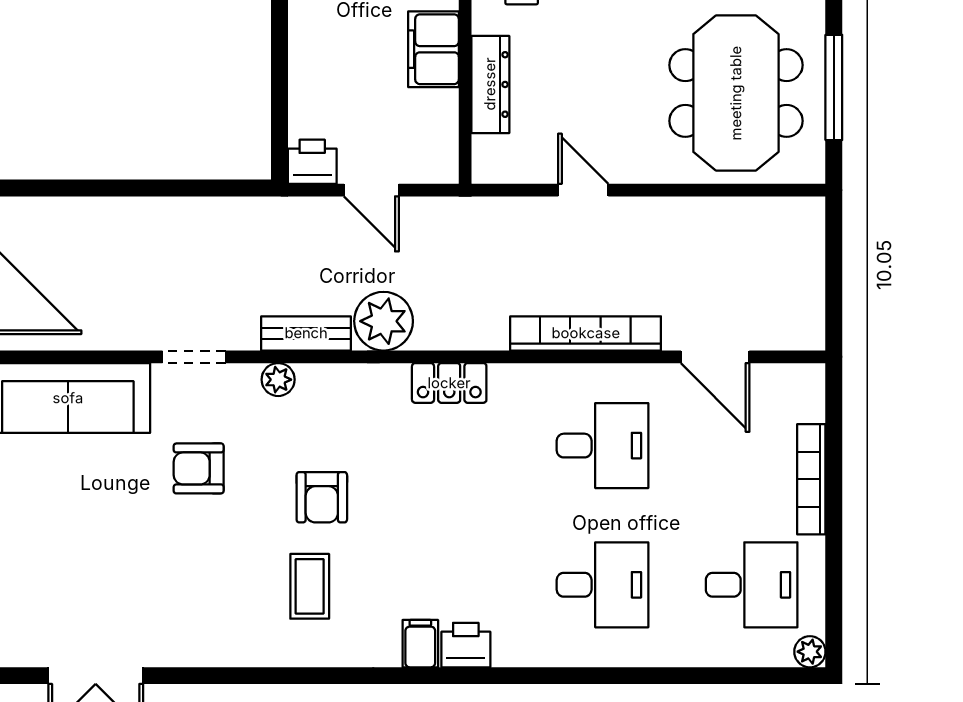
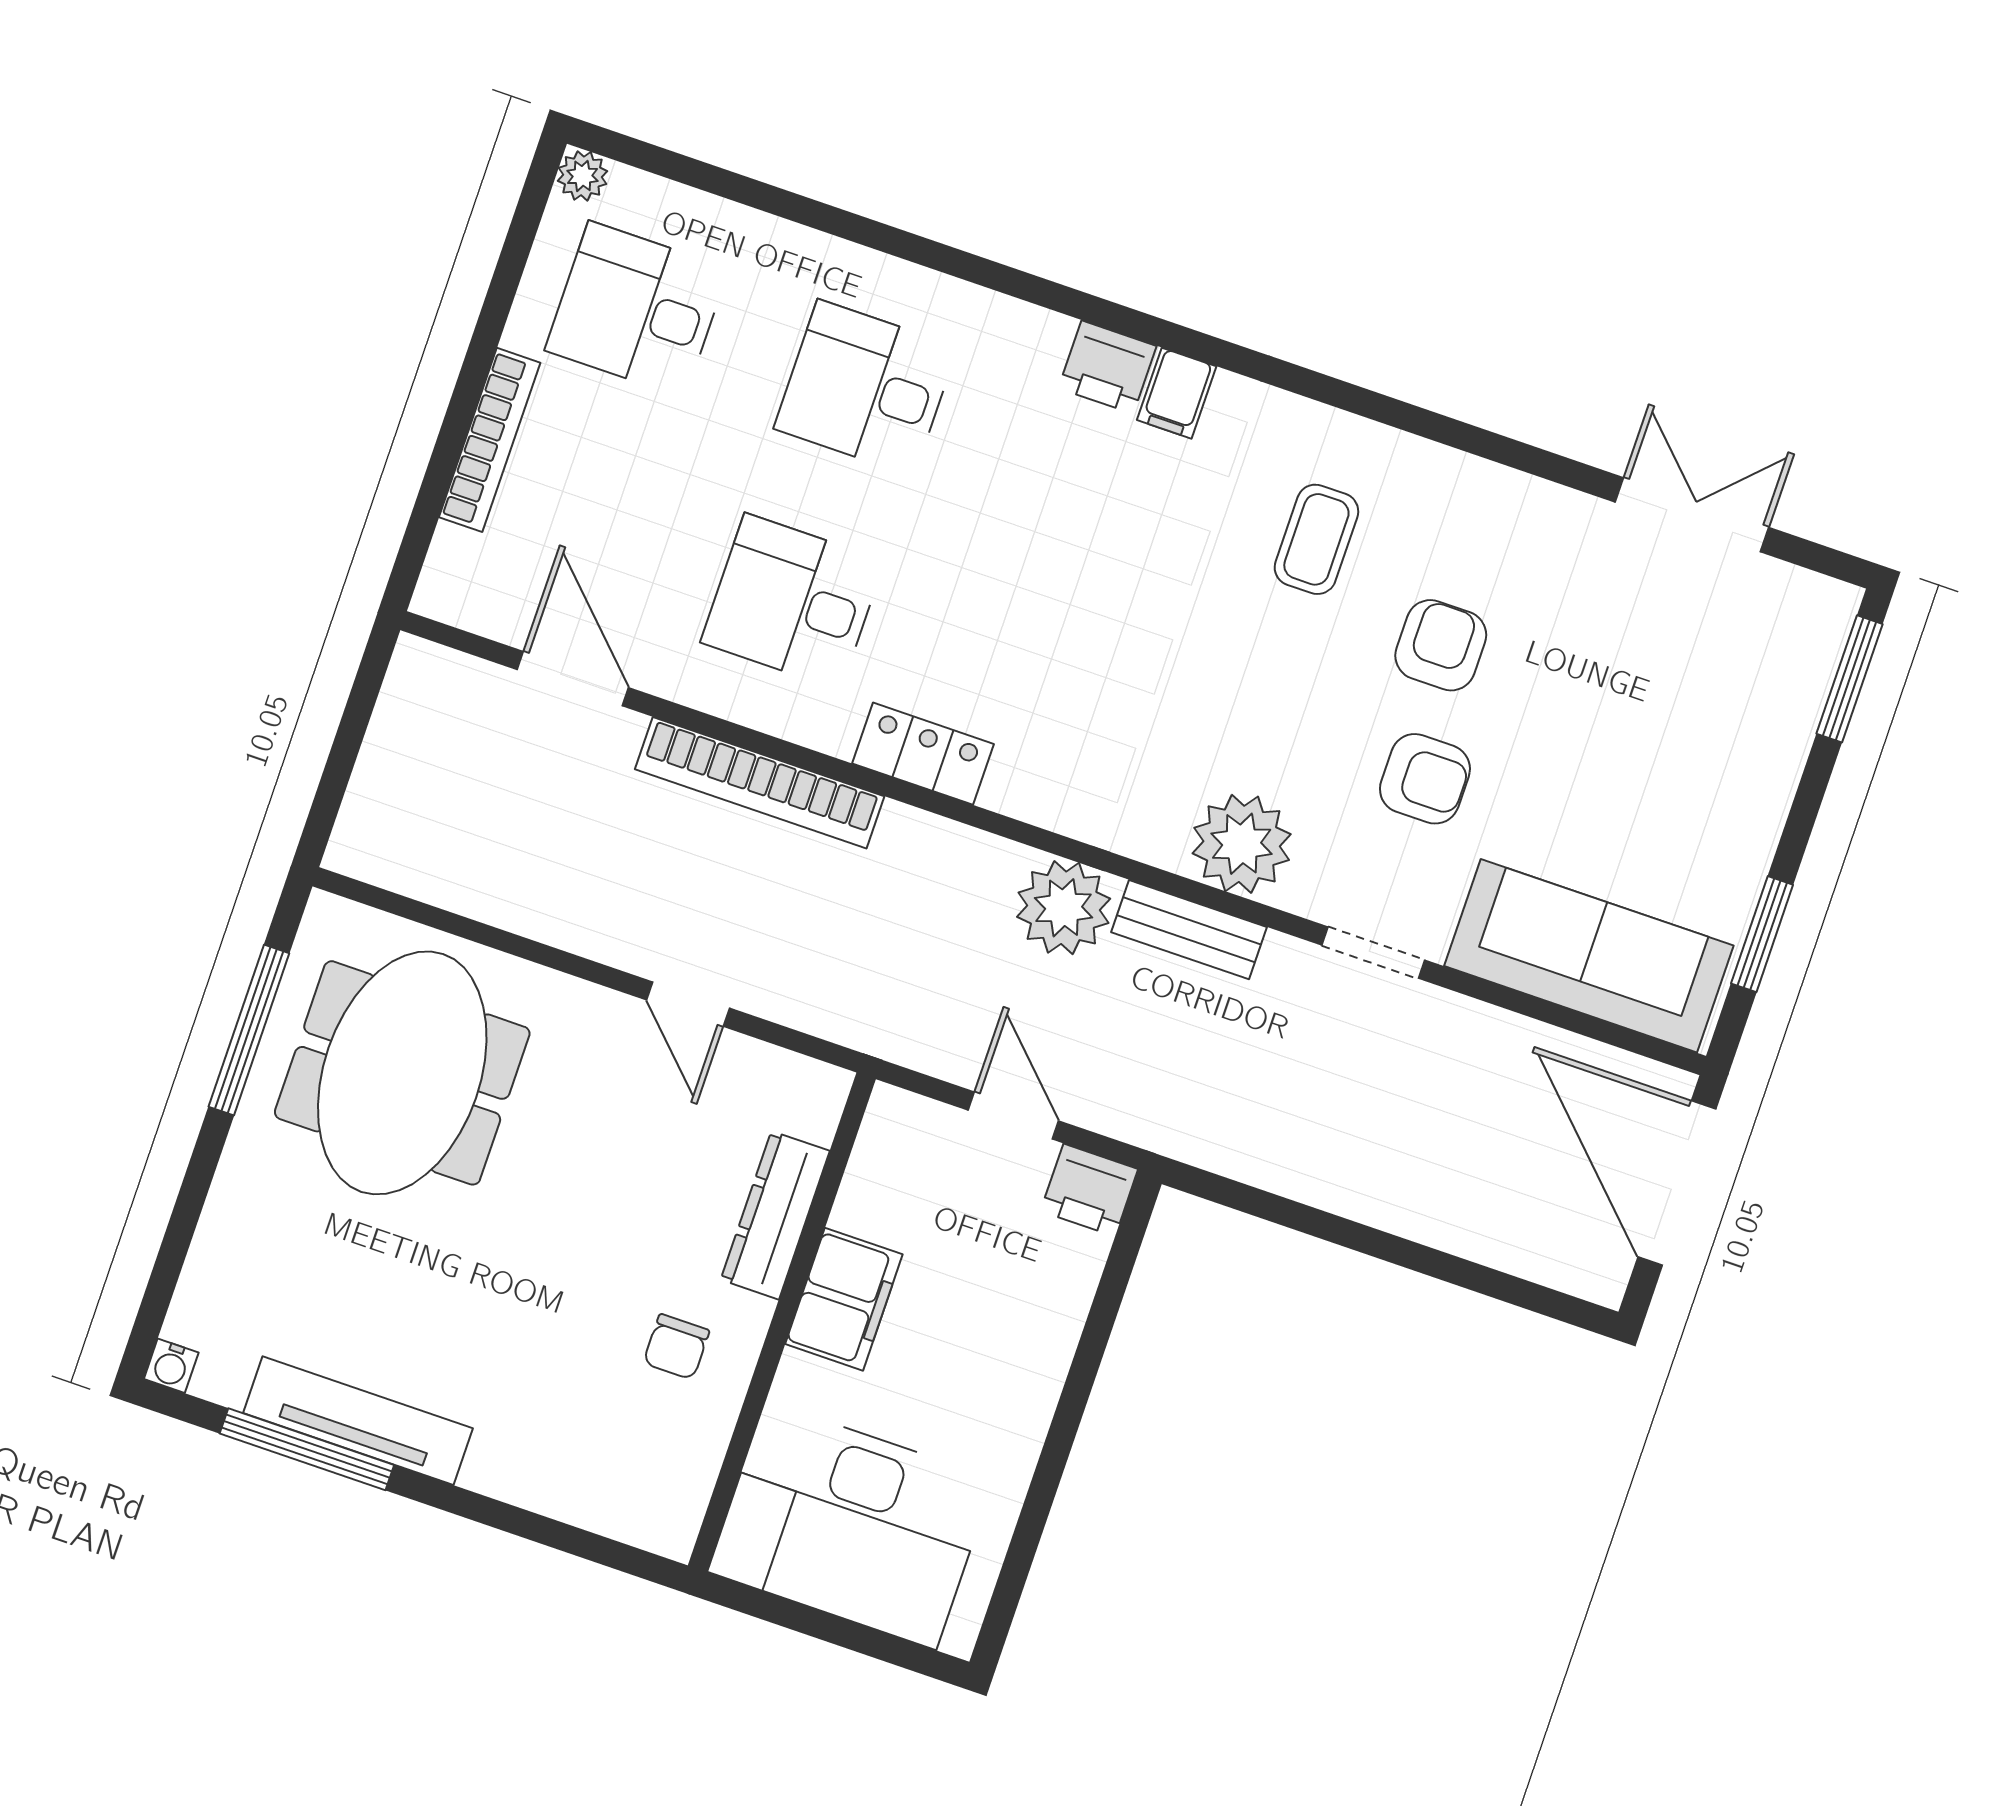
plant: (278, 380) -> (1242, 844), width x1.88, depth x1.88
locker: (449, 383) -> (923, 754), moved
armchair: (322, 497) -> (1441, 645), moved

